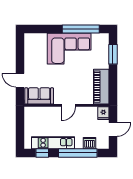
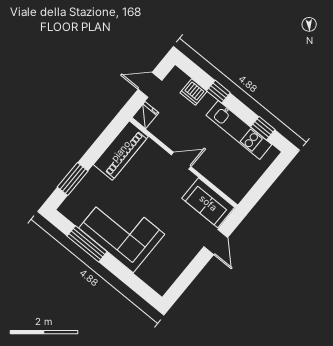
window: (81, 29) -> (87, 244), width x0.68
window: (78, 153) -> (218, 92), width x0.32

